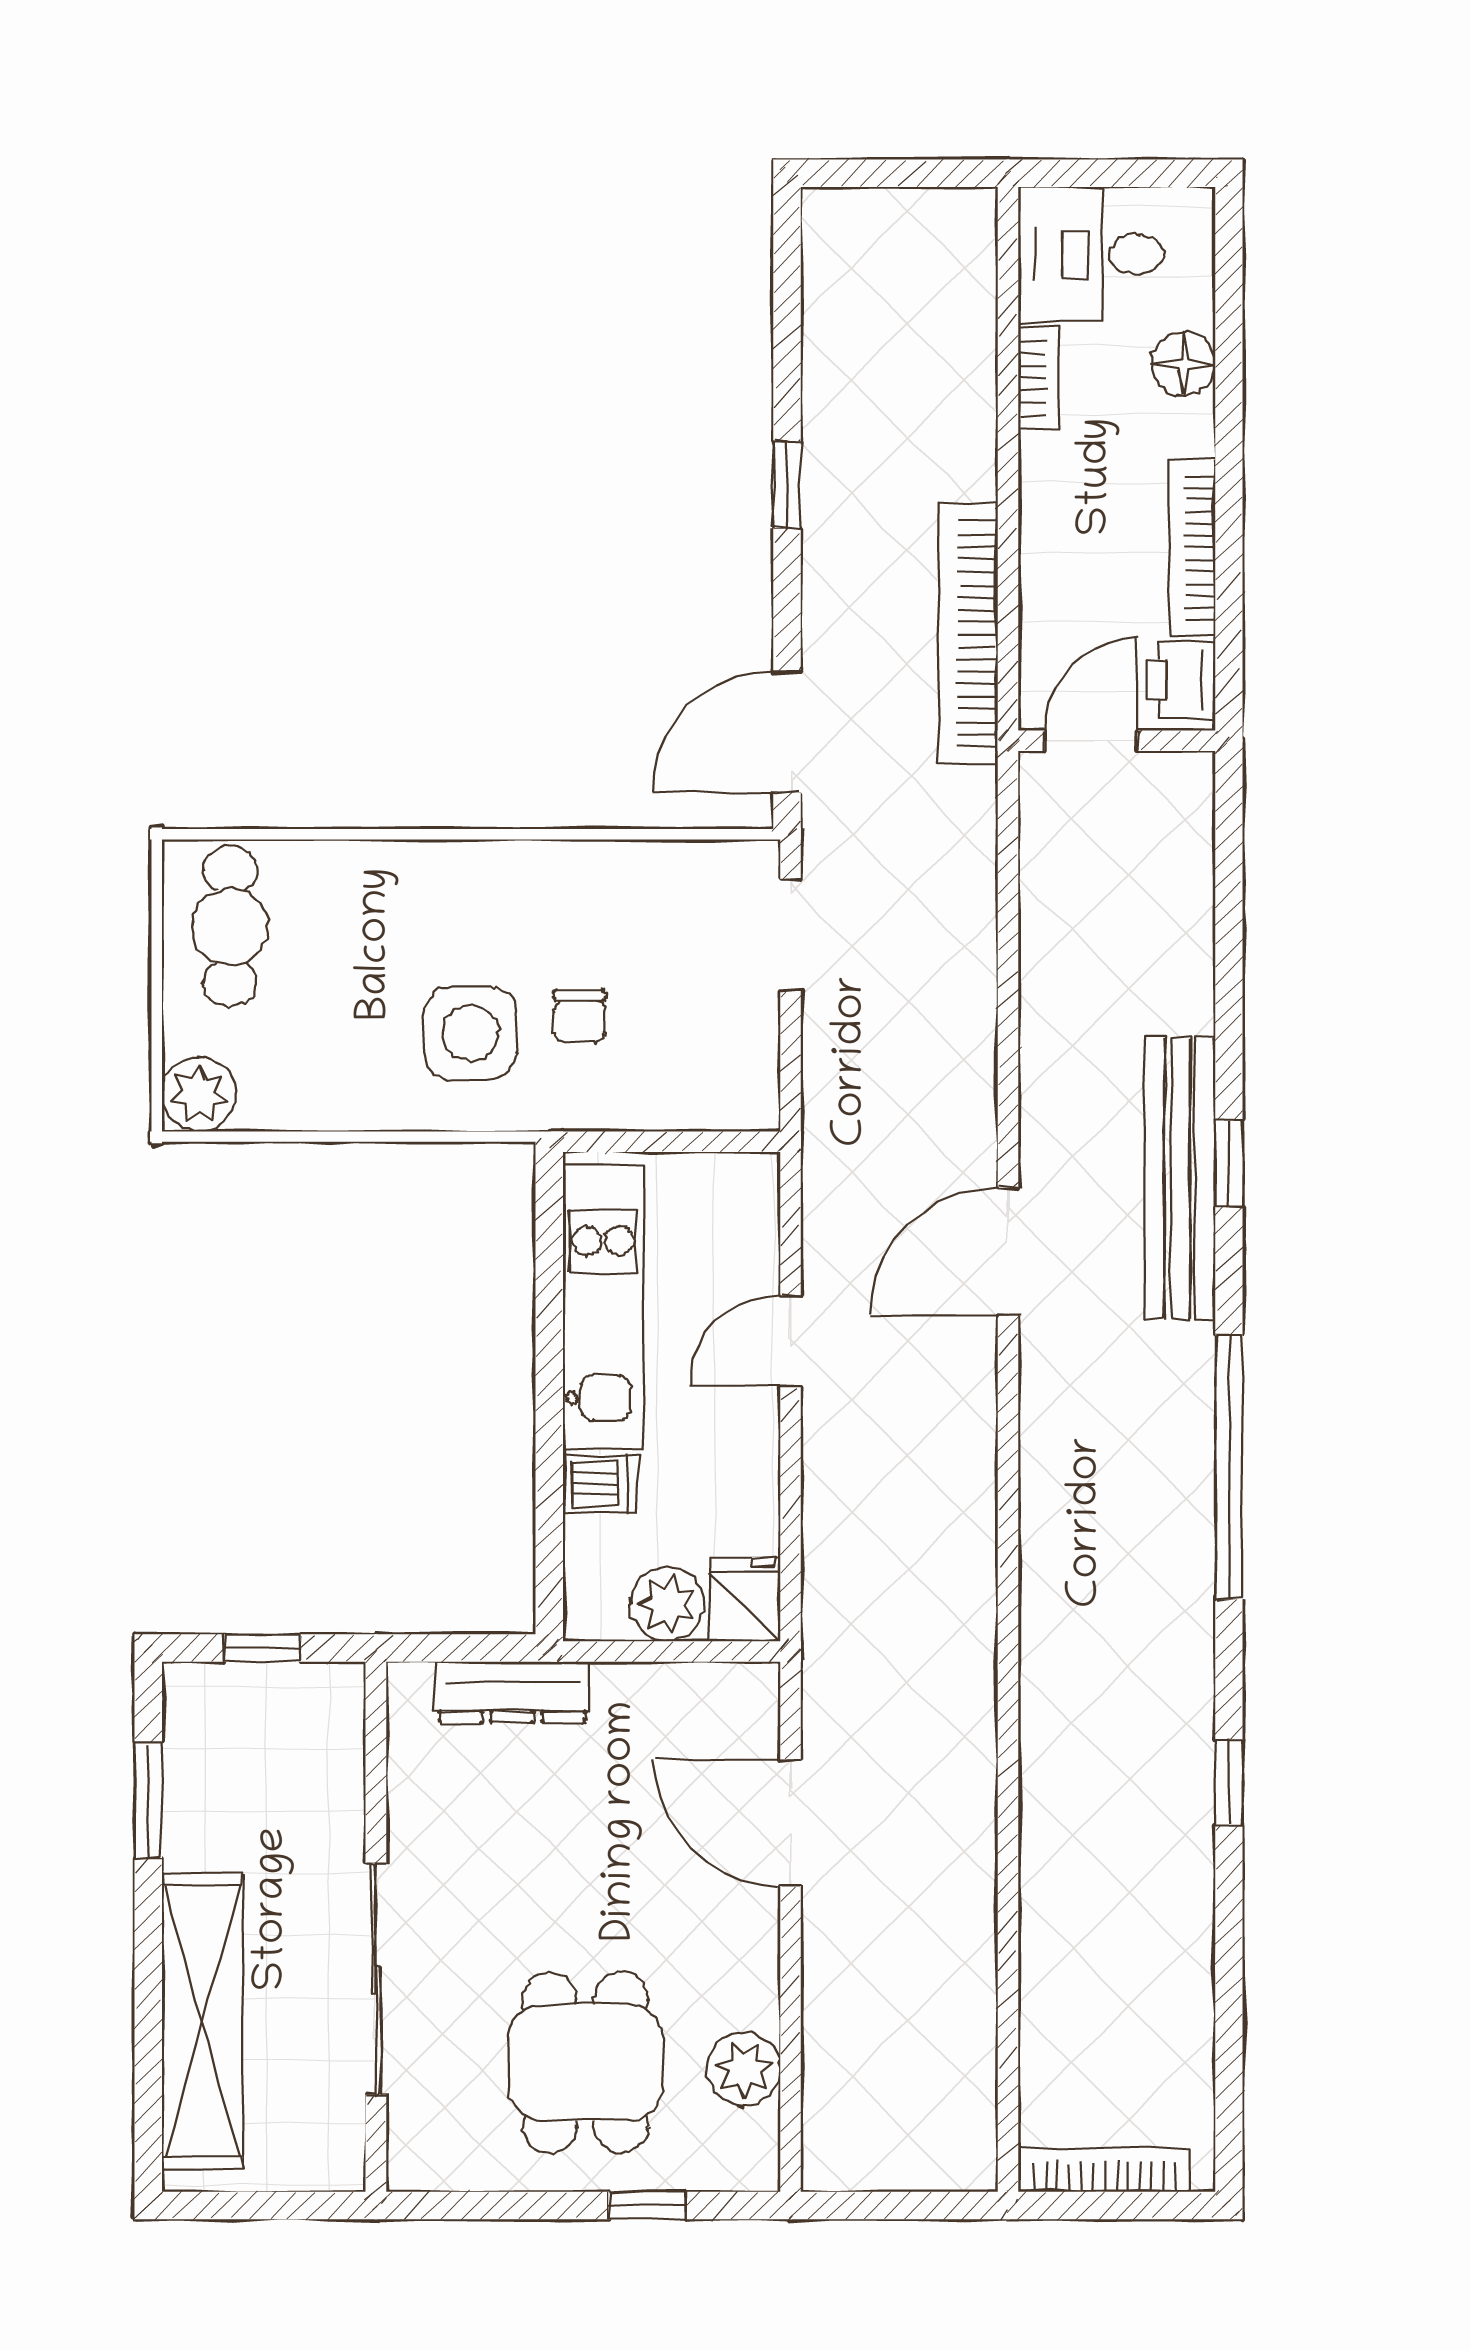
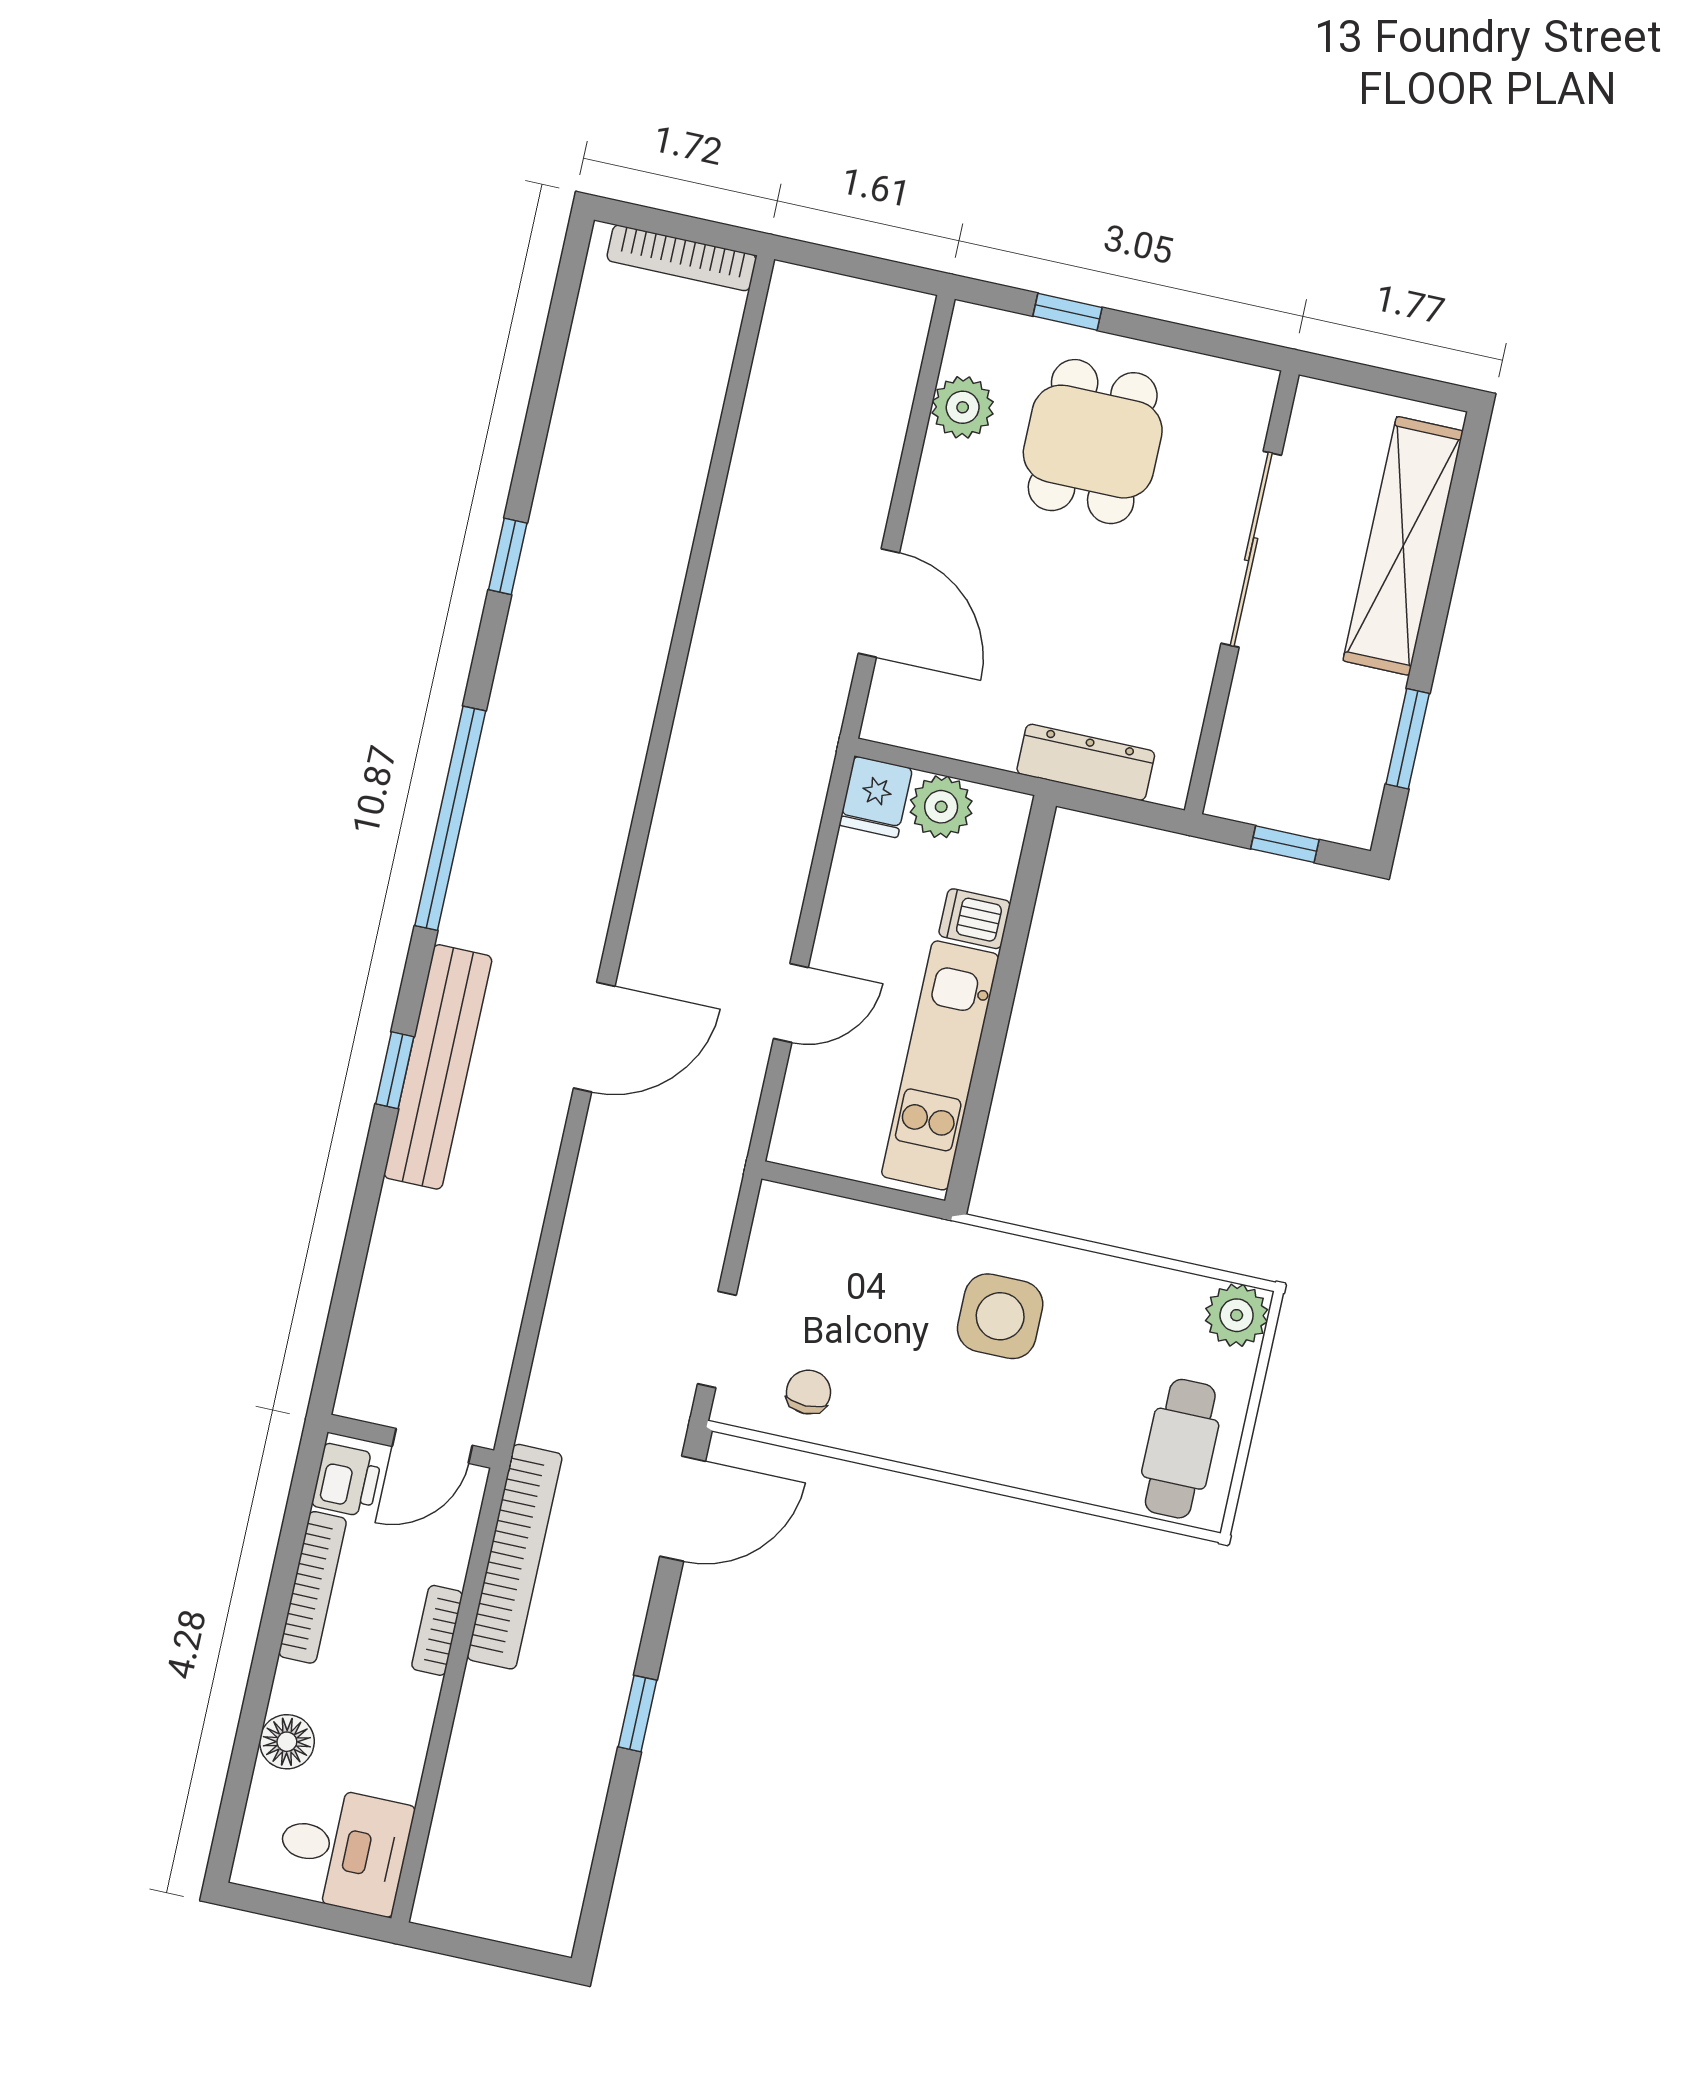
bookcase: (1039, 378) -> (437, 1630), moved
chair: (579, 1016) -> (808, 1392), moved

